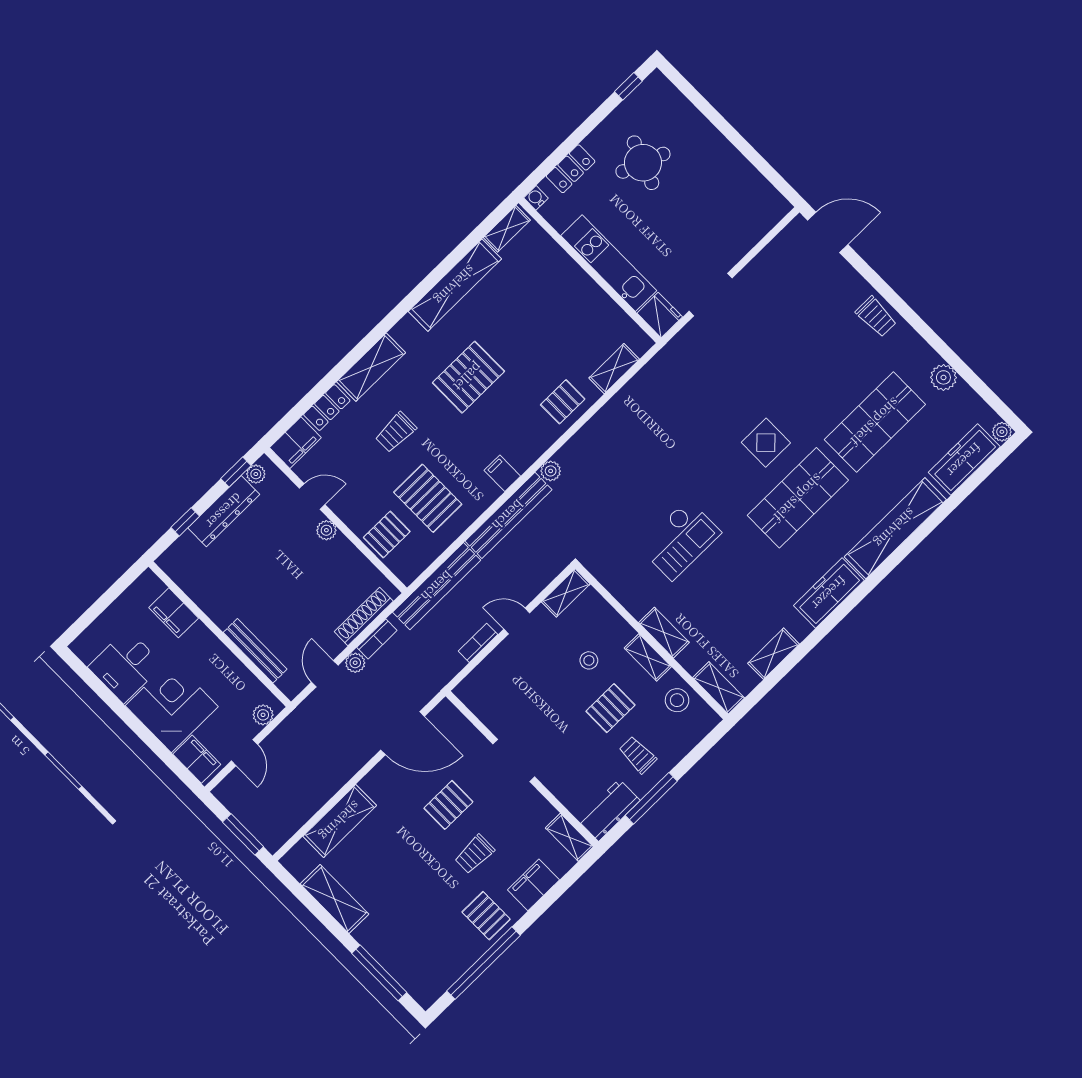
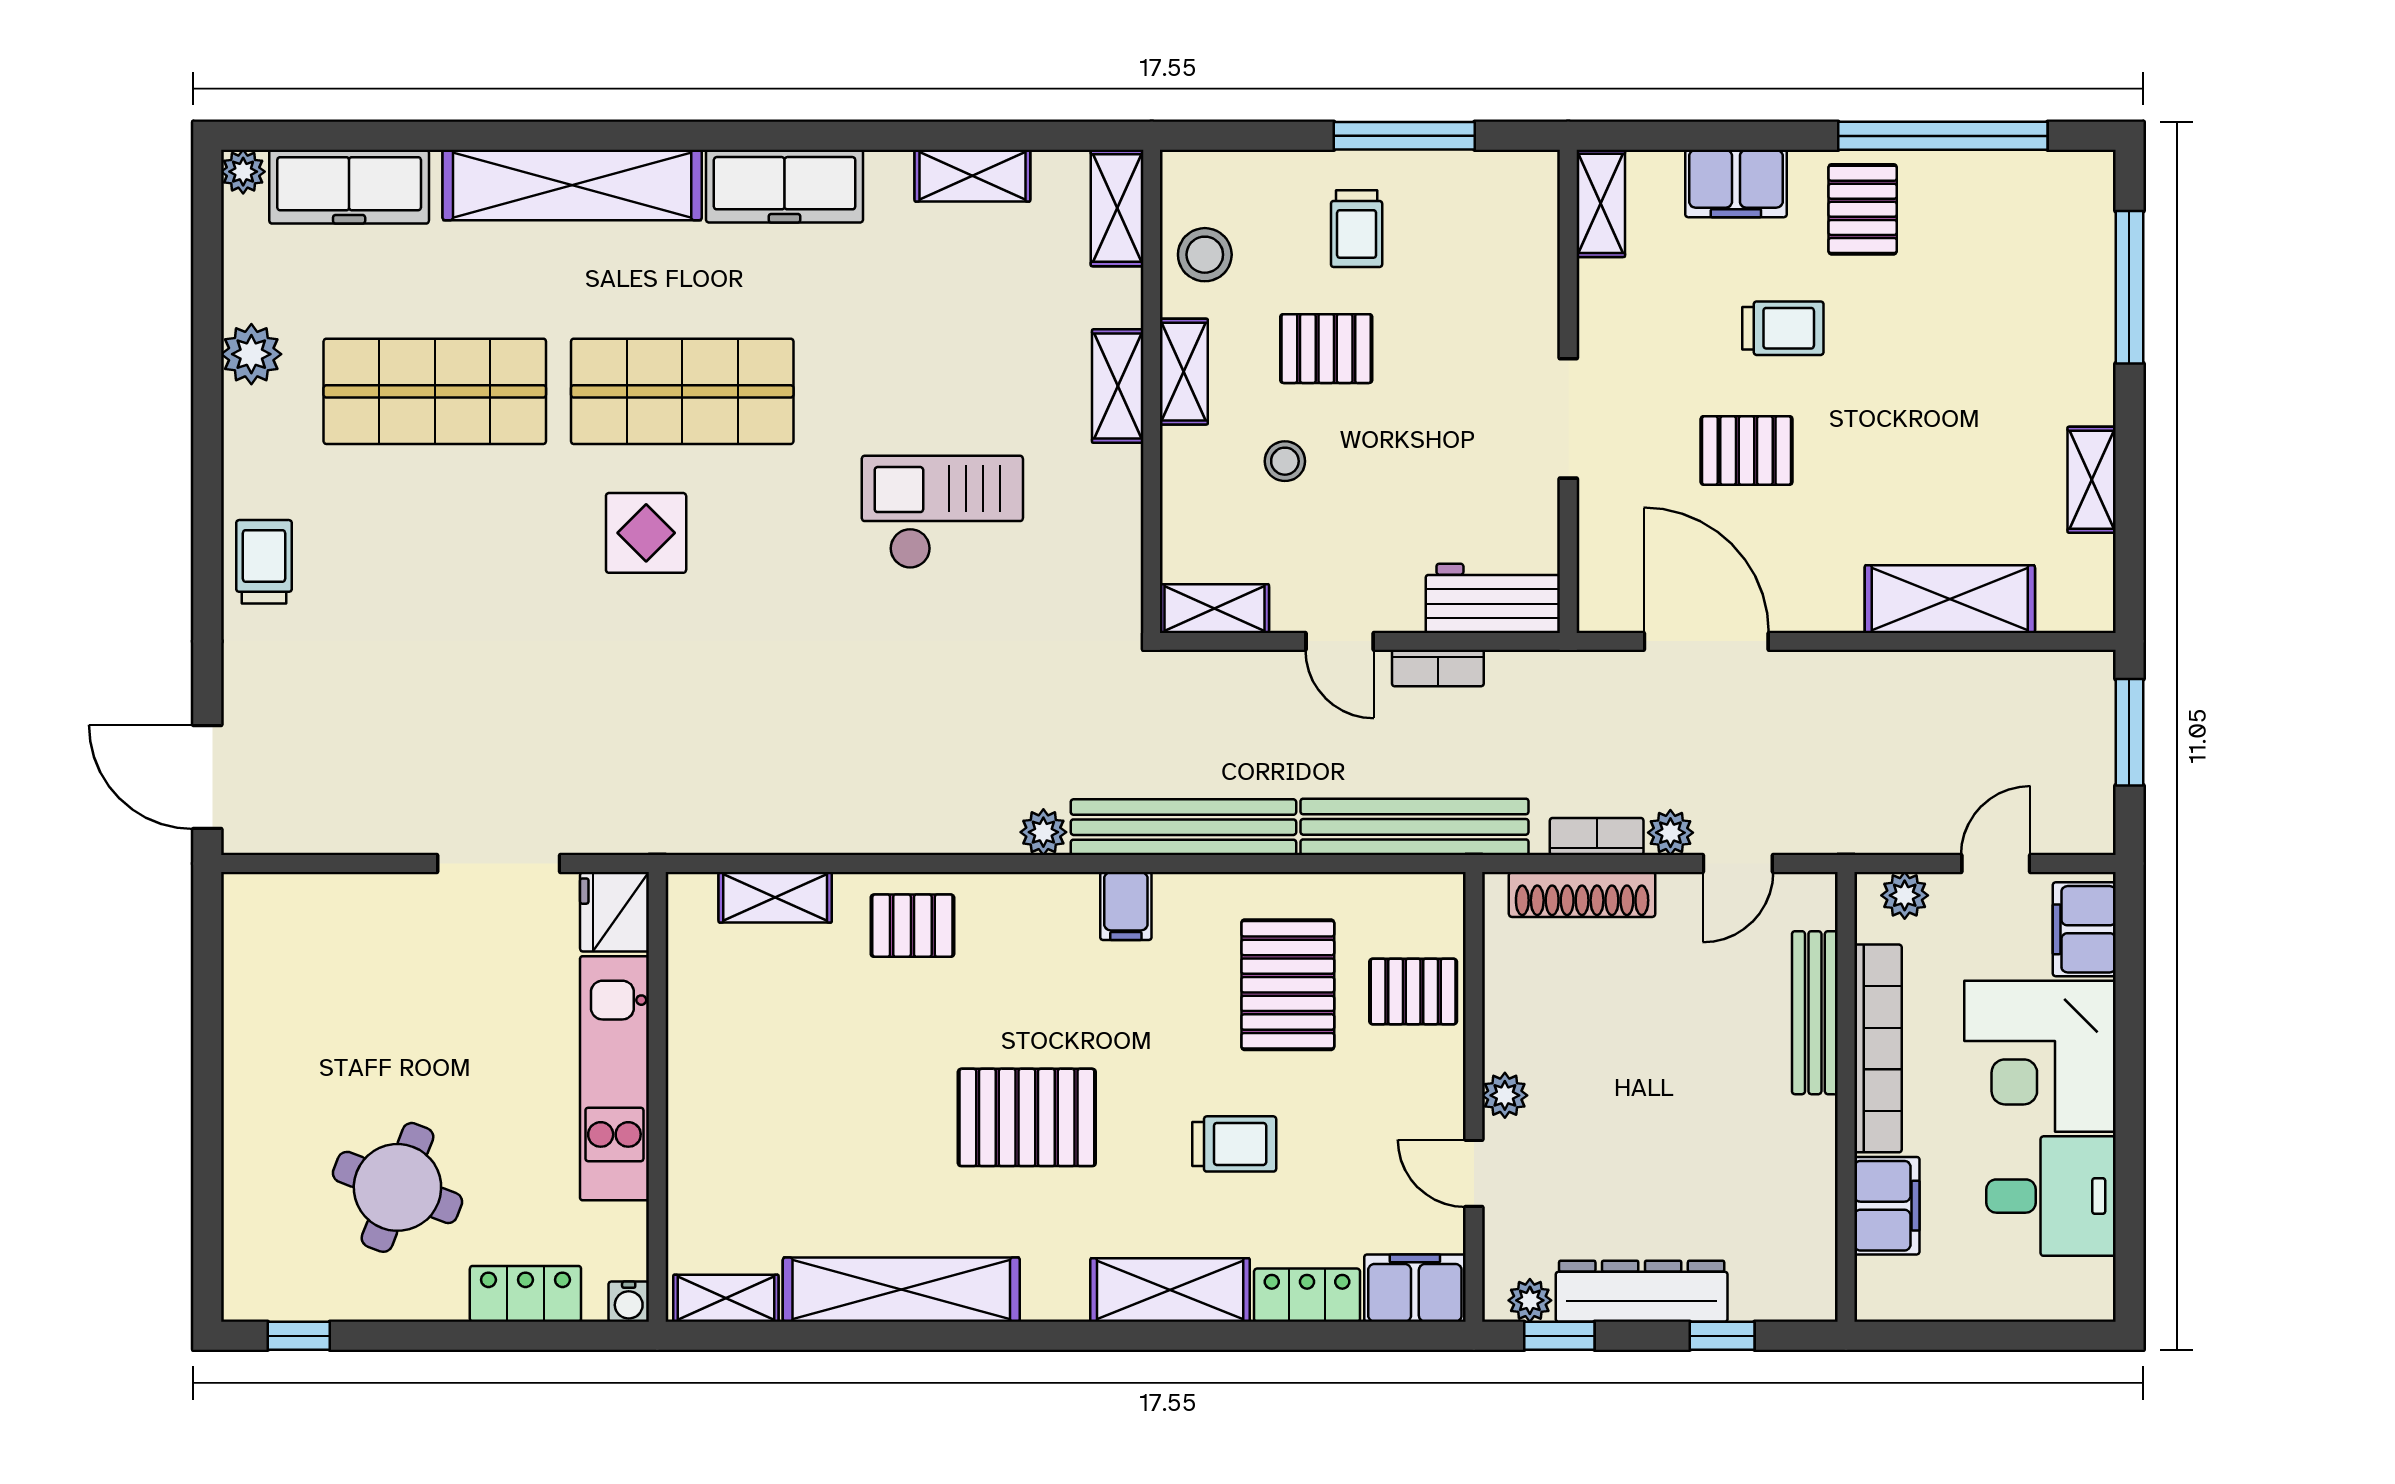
bookcase: (225, 659) -> (1878, 1048), added
workbench: (609, 810) -> (1493, 598), moved, turned 180
shelving: (335, 899) -> (2092, 480), width x0.67, depth x0.75

